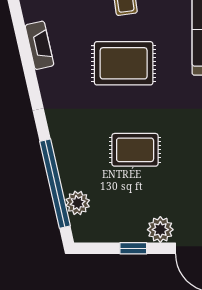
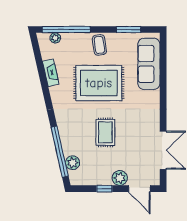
rug: (124, 63) -> (99, 83), width x1.37, depth x1.44
rug: (135, 150) -> (105, 132), turned 90

